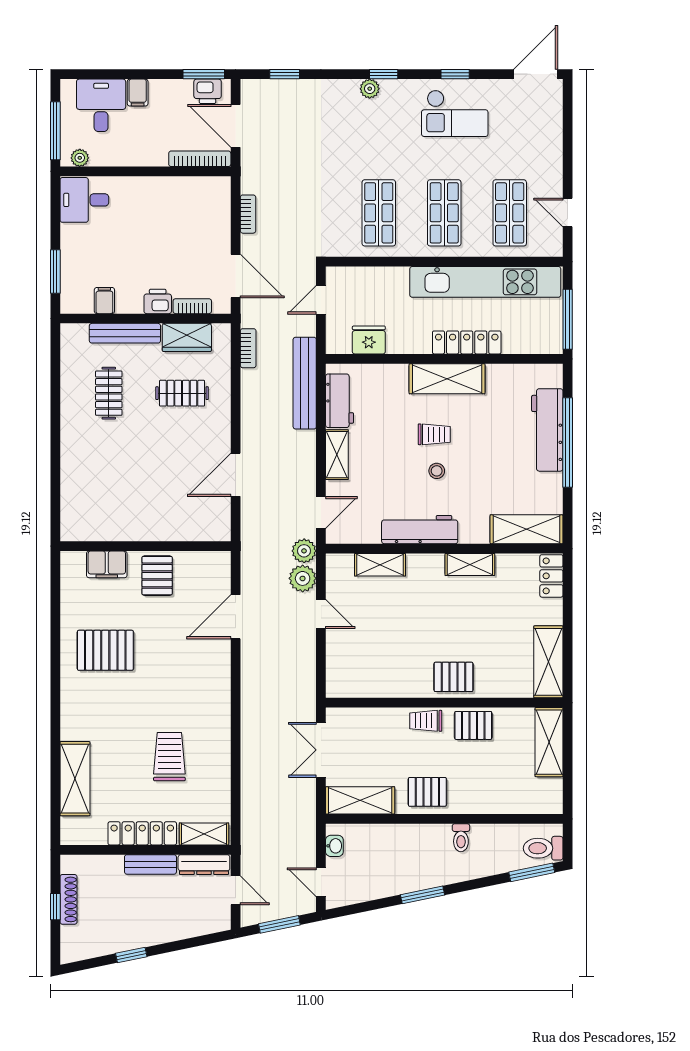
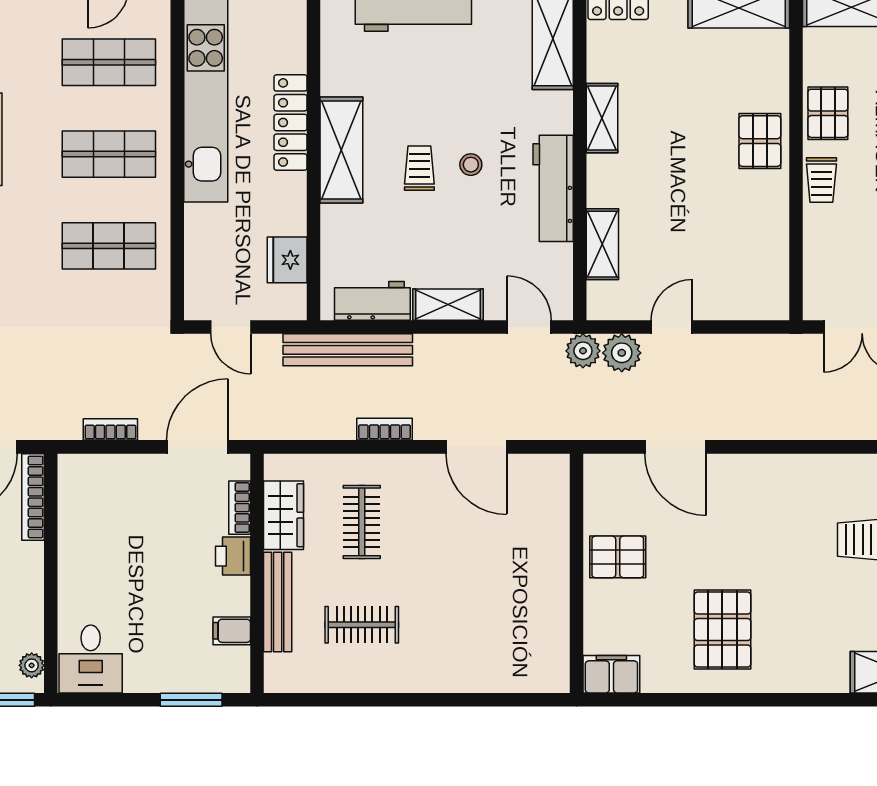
bookcase: (248, 348) -> (385, 429), moved
filing cabinet: (107, 564) -> (611, 674), moved, turned -90

